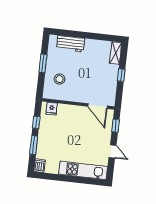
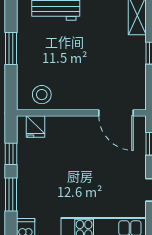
stool: (59, 79) -> (42, 95), moved

